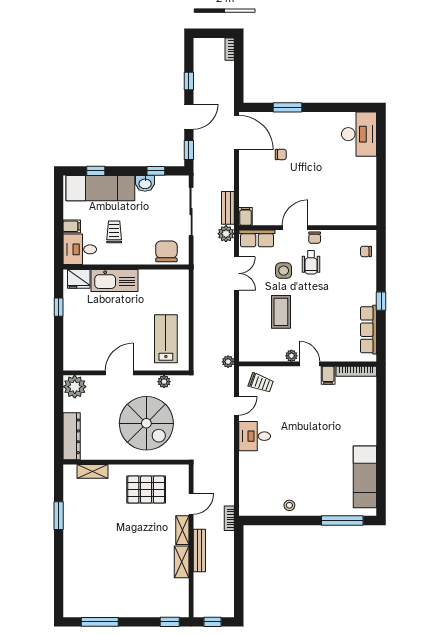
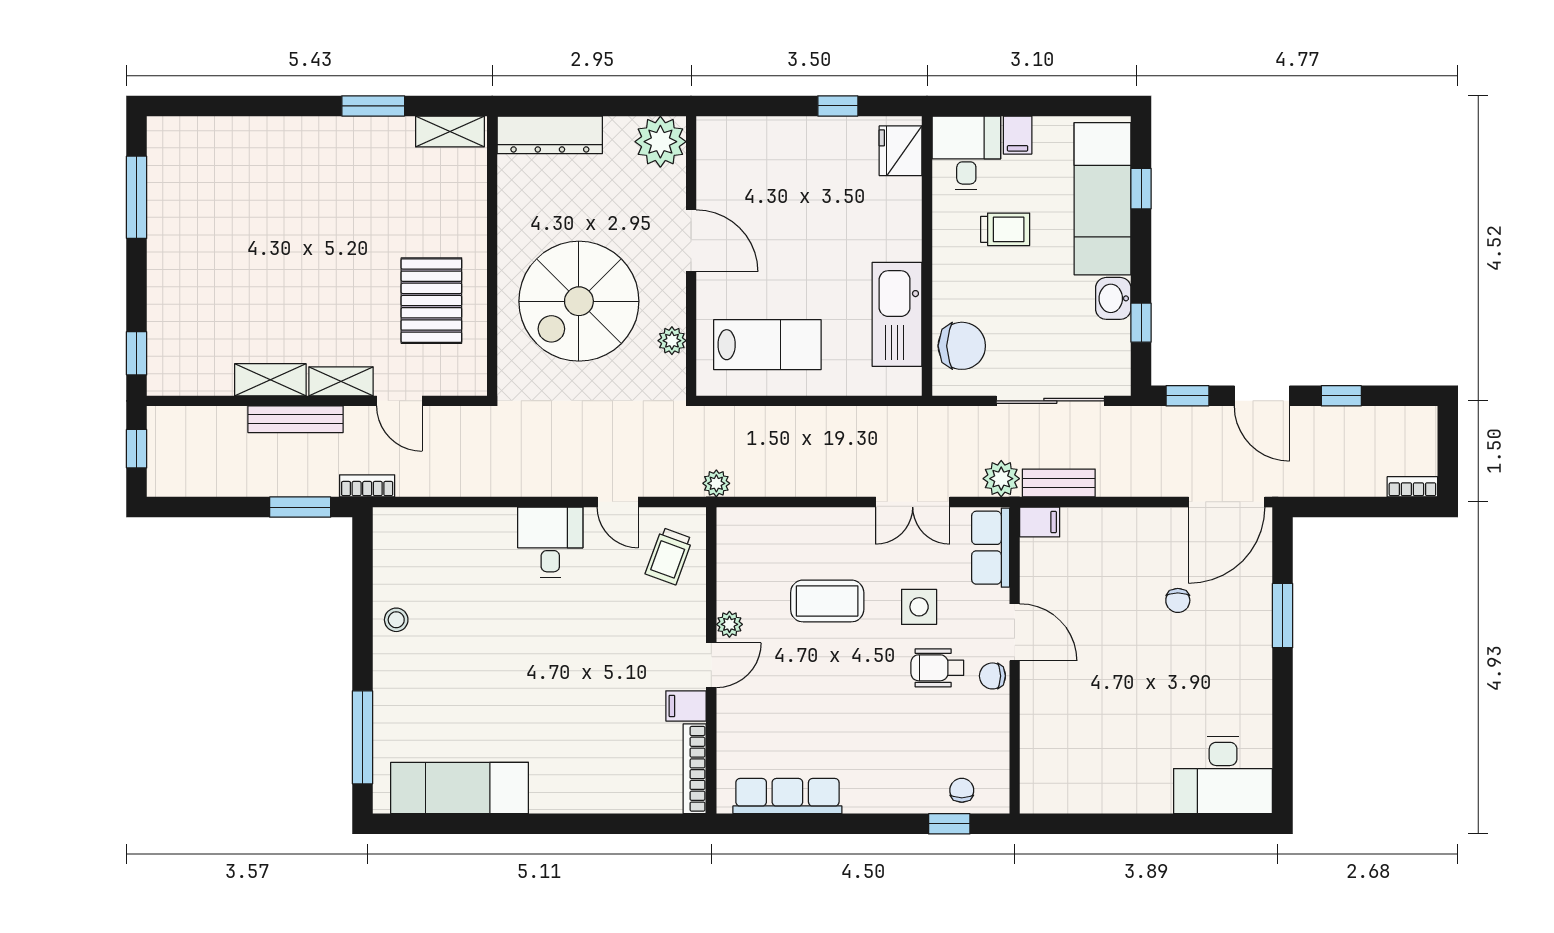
kitchen sink: (114, 280) -> (897, 314), moved
window: (381, 301) -> (949, 824), moved
shelving: (92, 471) -> (450, 132), moved, turned 90
window: (239, 548) -> (300, 507), added

